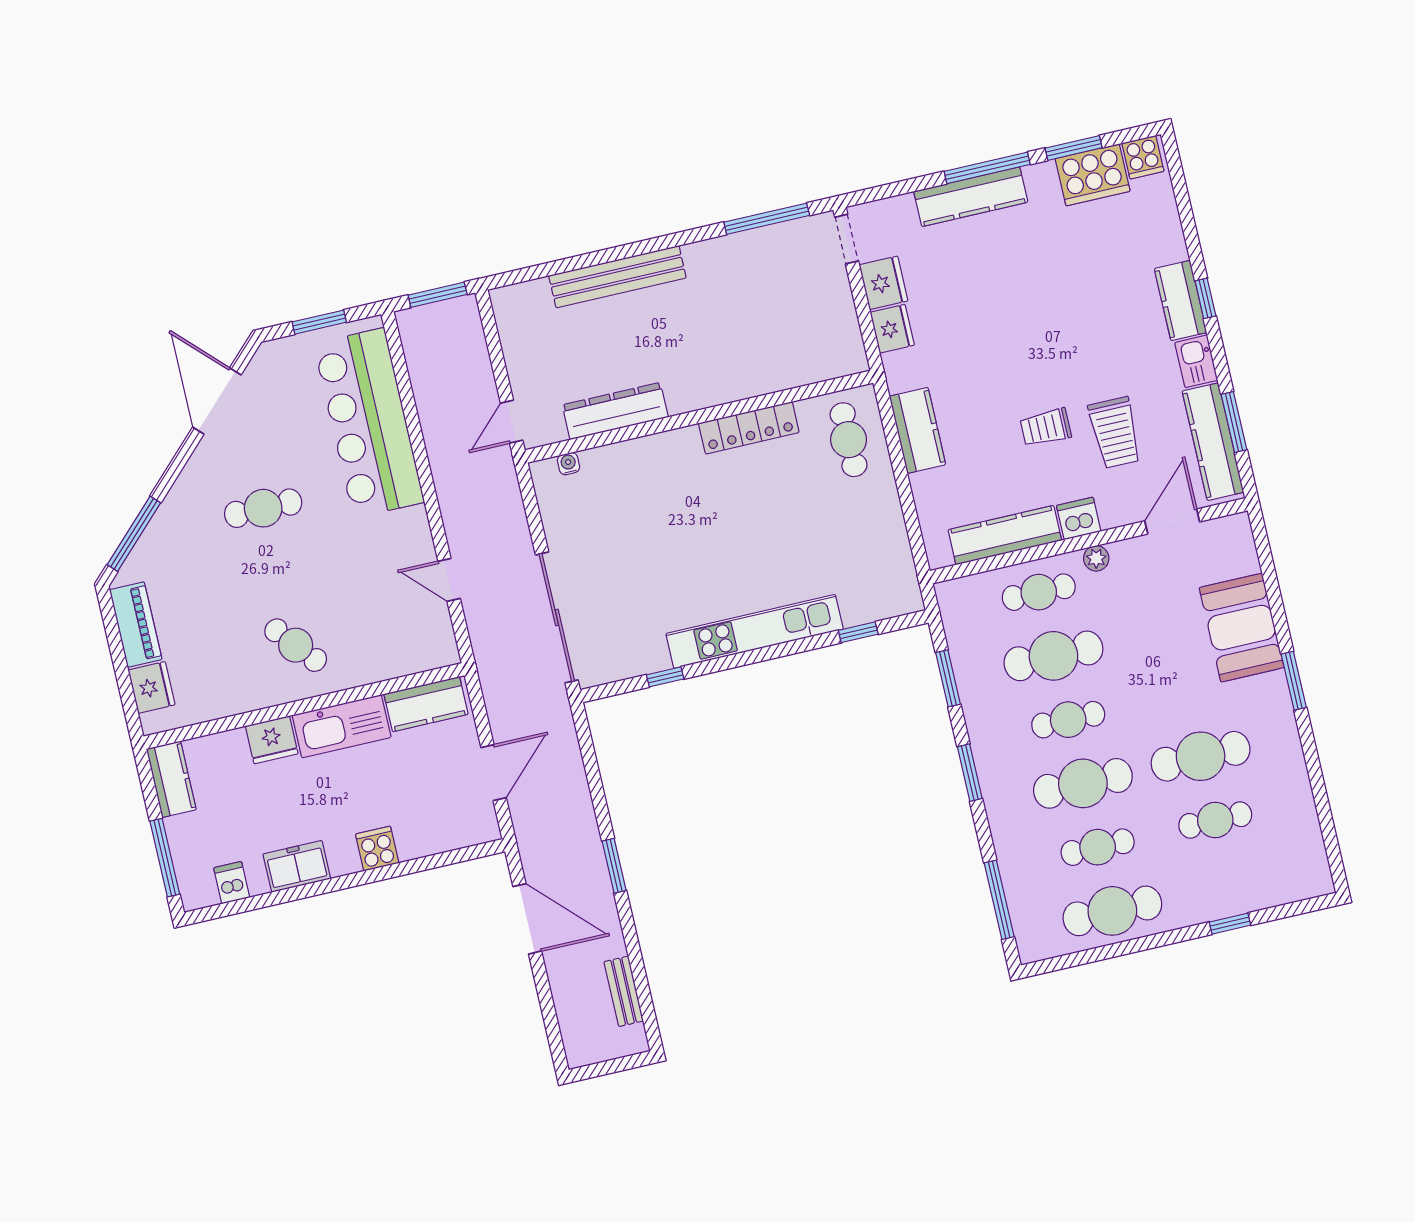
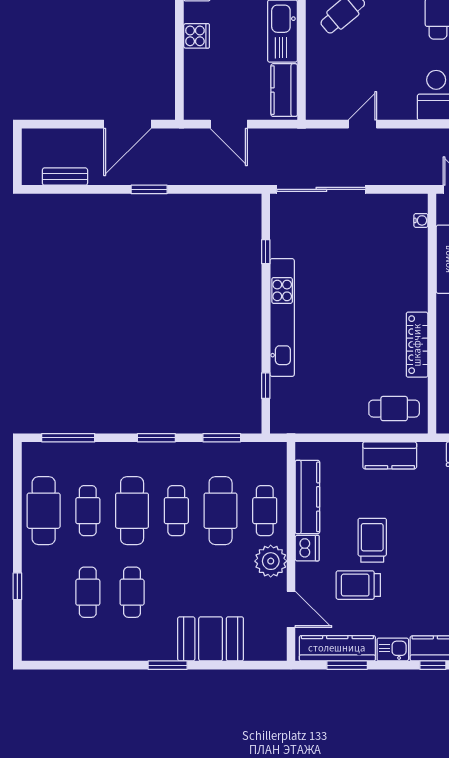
trolley: (1046, 427) -> (372, 540), width x1.36, depth x1.39
plant: (1096, 558) -> (271, 561), width x1.88, depth x1.88
cafe table: (1201, 756) -> (132, 592), width x0.73, depth x0.74

